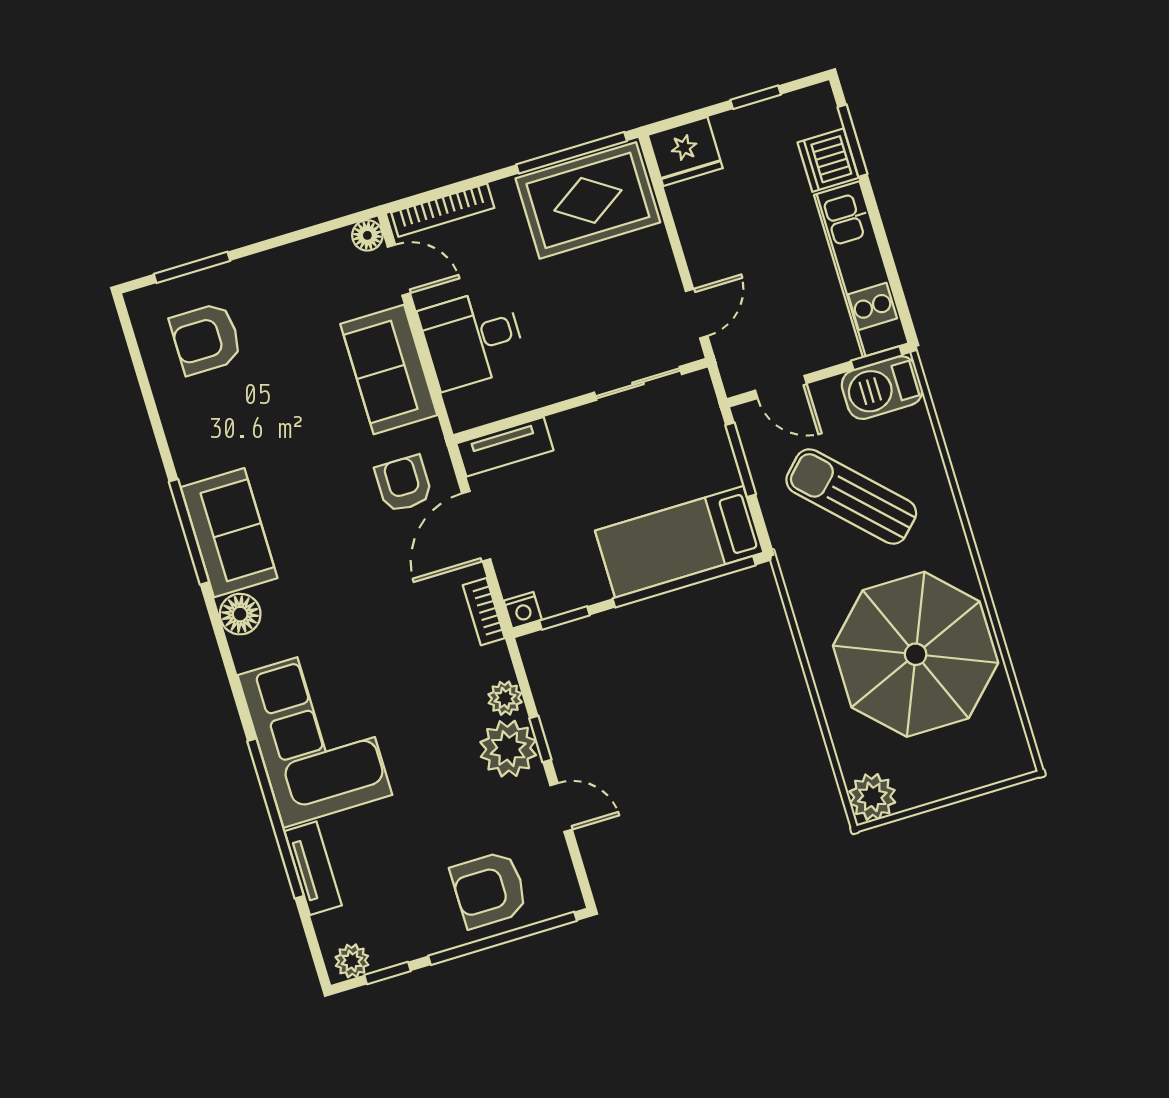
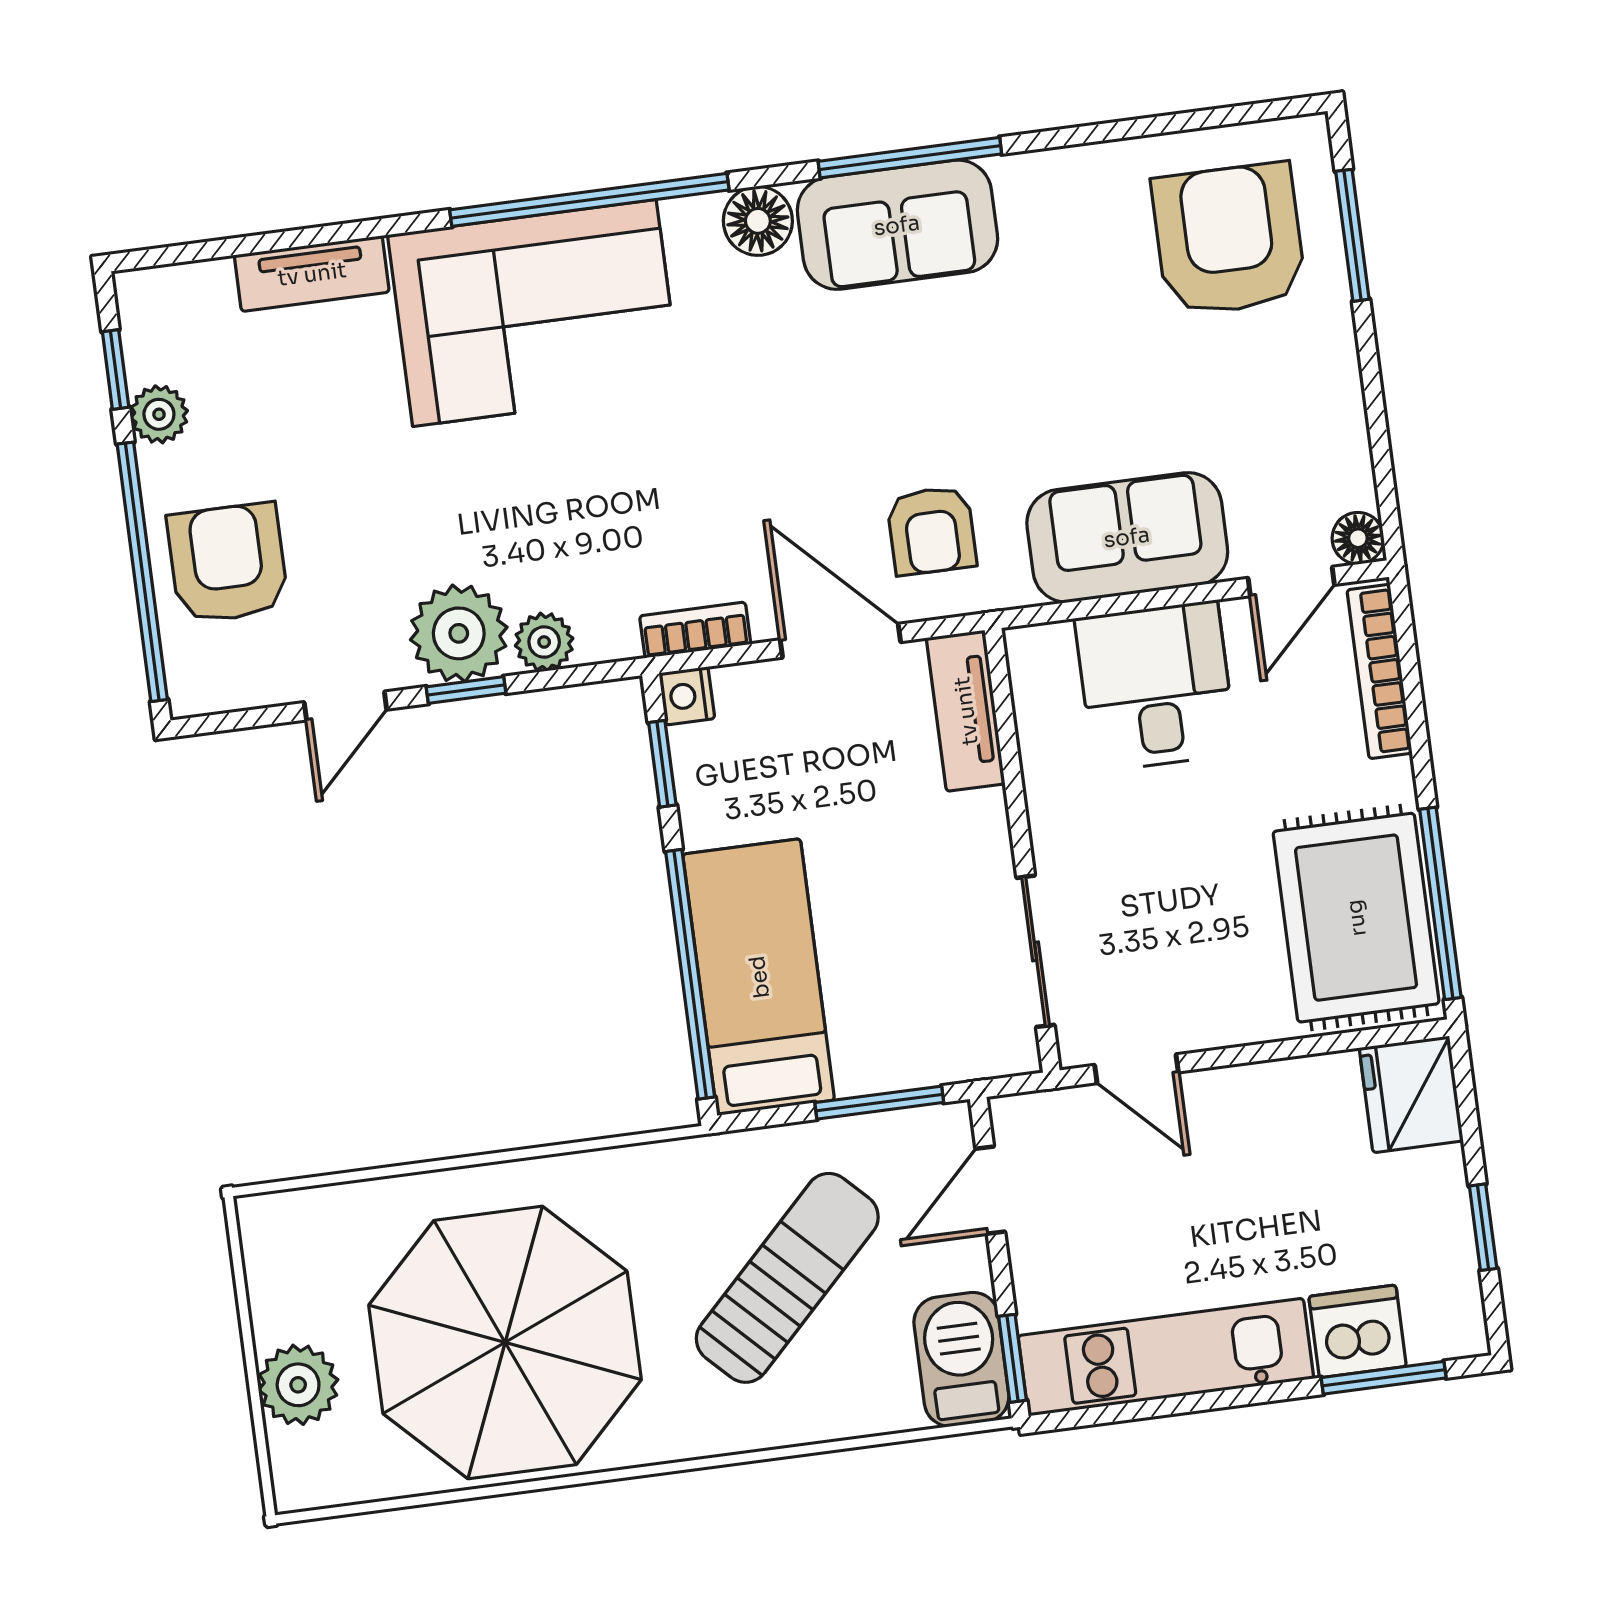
armchair: (206, 339) -> (1229, 239), width x1.36, depth x1.36
armchair: (403, 484) -> (931, 531), turned 90
plant: (872, 797) -> (298, 1385), moved
window: (276, 818) -> (589, 200), moved
plant: (352, 961) -> (159, 414), moved

